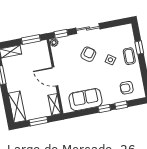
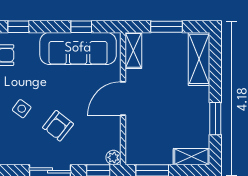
door: (55, 77) -> (123, 98), swing flipped
sofa: (86, 100) -> (78, 48), width x1.36
window: (104, 109) -> (81, 27), moved

